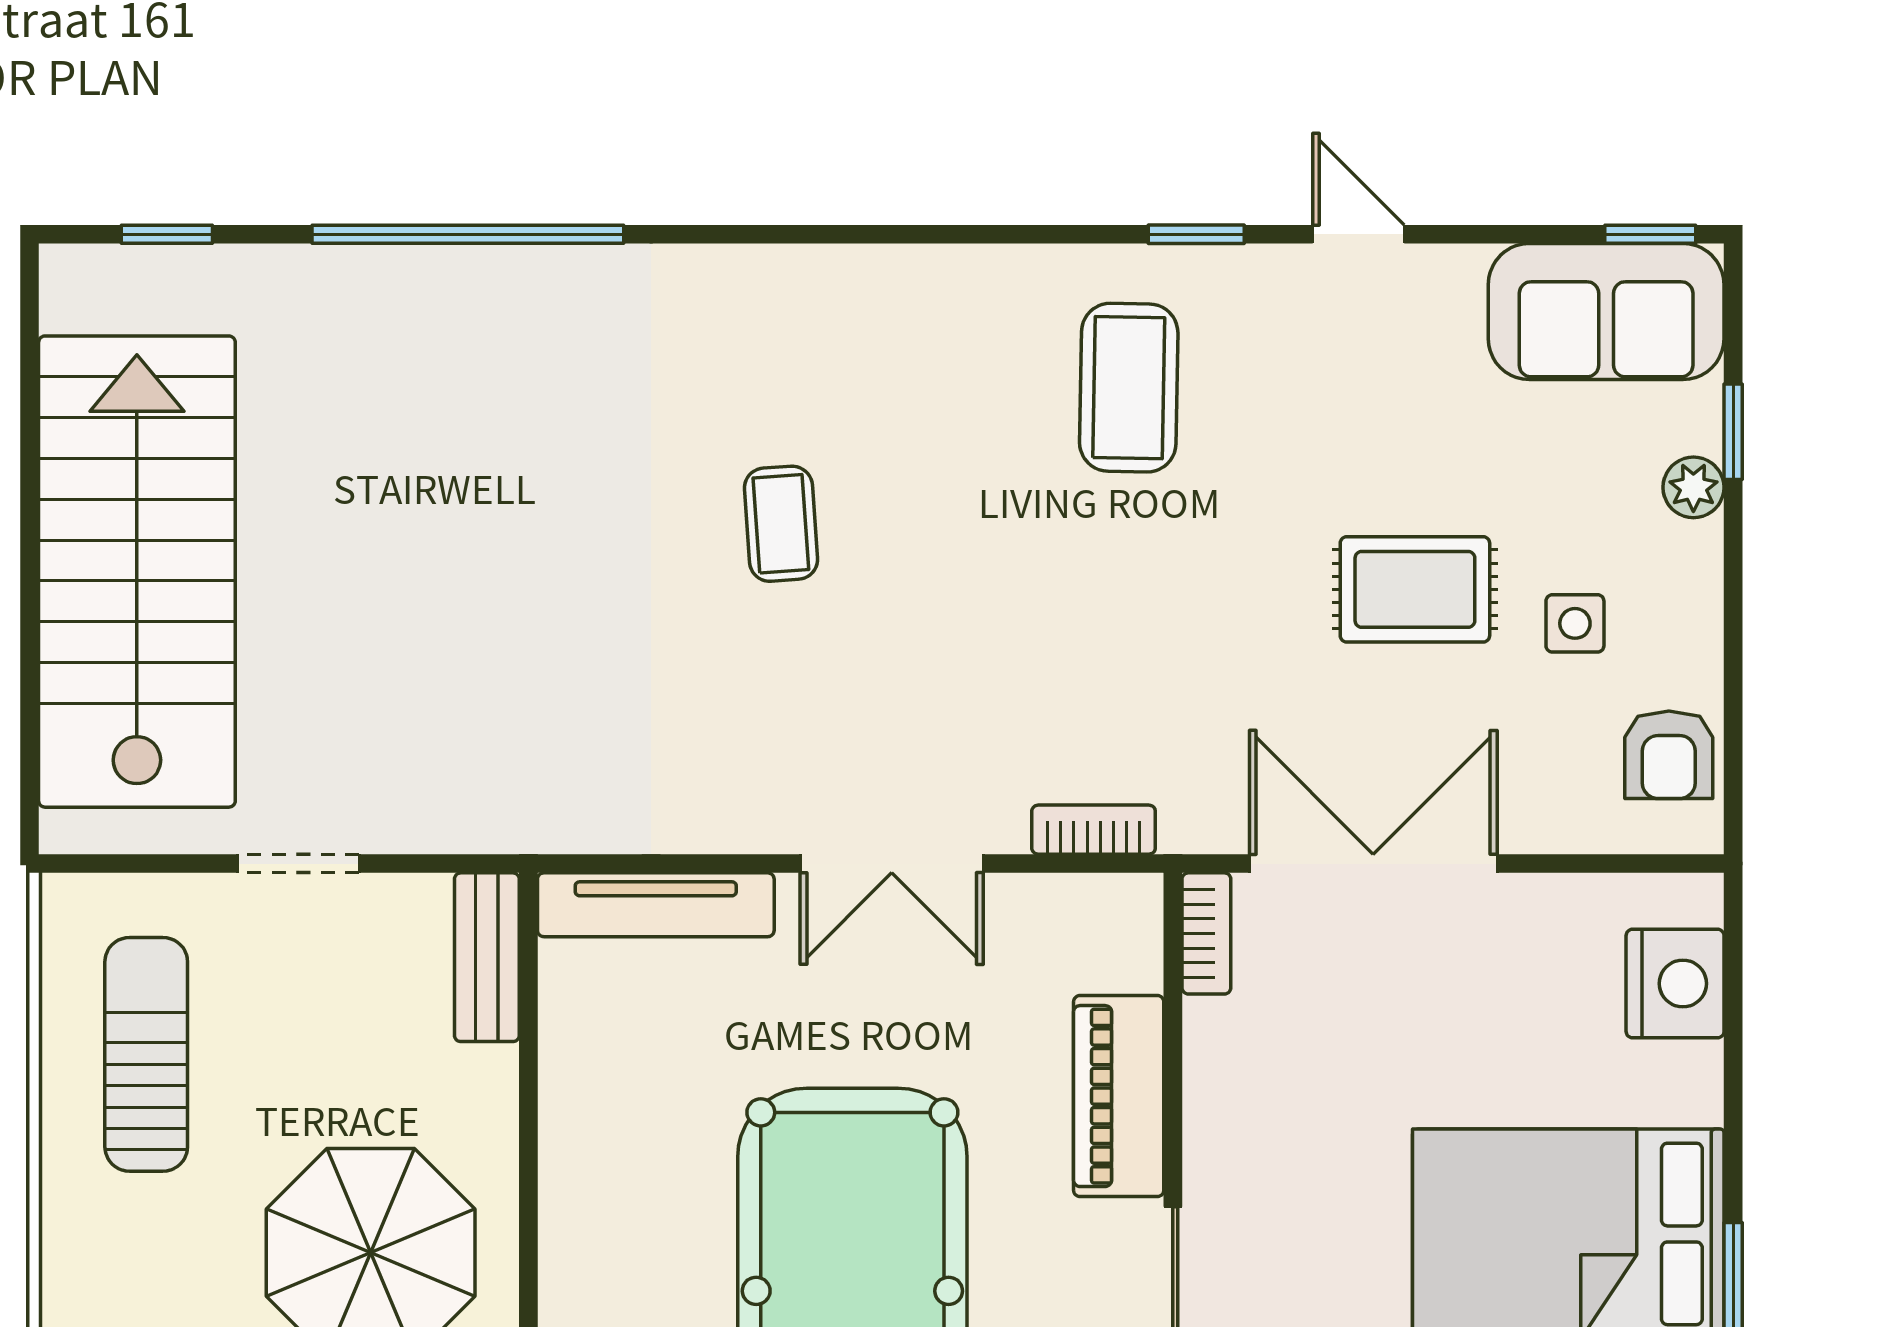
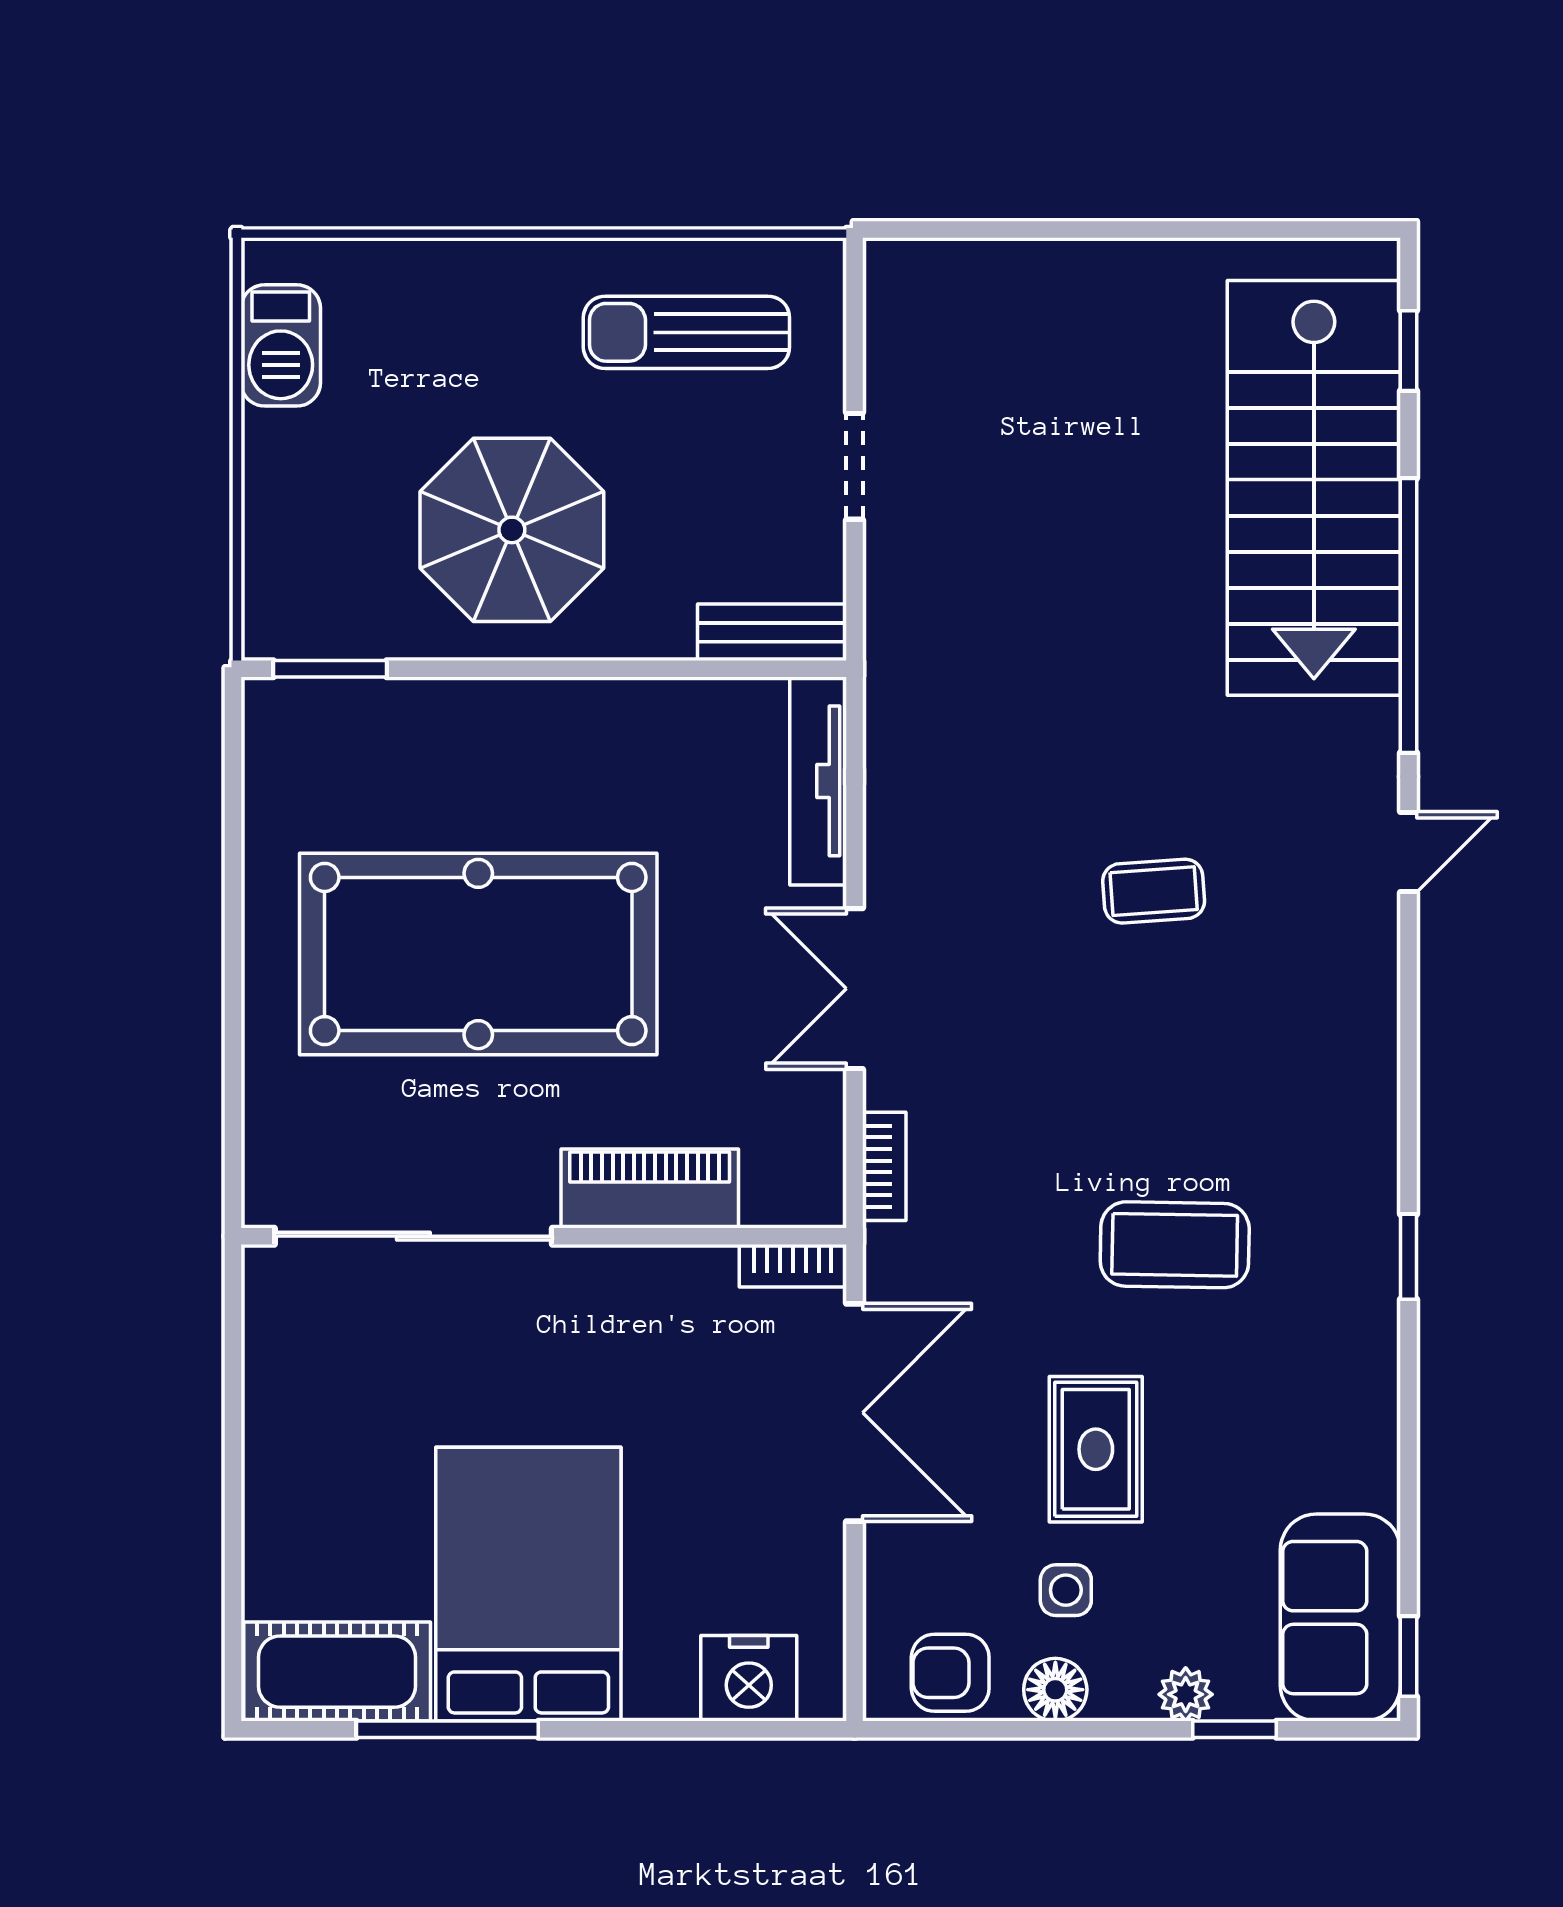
door: (1358, 234) -> (1408, 852), moved
coffee table: (1129, 388) -> (1175, 1245), moved
stairs: (137, 572) -> (1314, 488), moved, turned 90
floor lamp: (1688, 635) -> (1055, 1690), added
sun lounger: (146, 1054) -> (686, 332), turned 180

